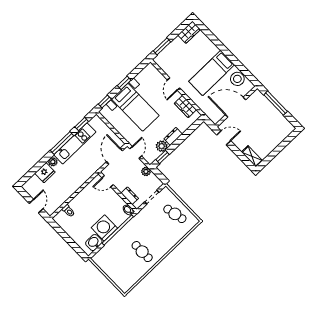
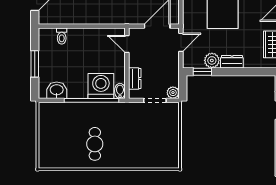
plant: (146, 172) -> (173, 93), moved
cafe table: (175, 214) -> (161, 138), removed
washing machine: (104, 228) -> (101, 86), moved
window: (68, 240) -> (35, 64), added

